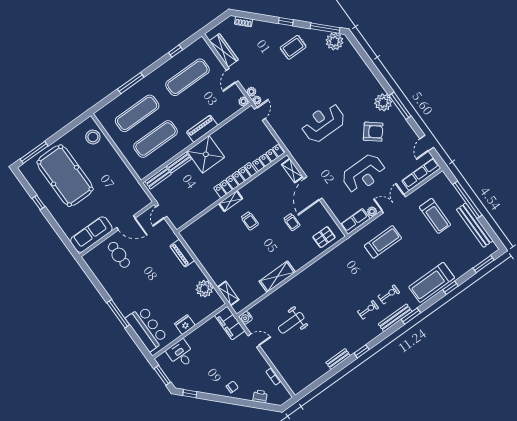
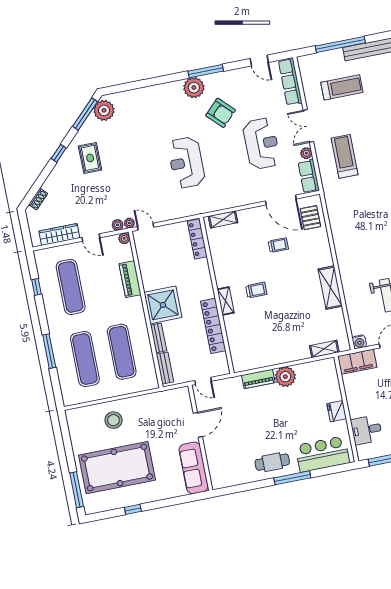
piano: (202, 129) -> (130, 279), moved
armchair: (373, 132) -> (221, 113), turned 96
stool: (93, 137) -> (113, 420), moved
locker: (235, 180) -> (213, 326), moved
door: (313, 188) -> (281, 200), moved
cafe table: (119, 255) -> (272, 462), moved
plant: (204, 289) -> (285, 377), moved

